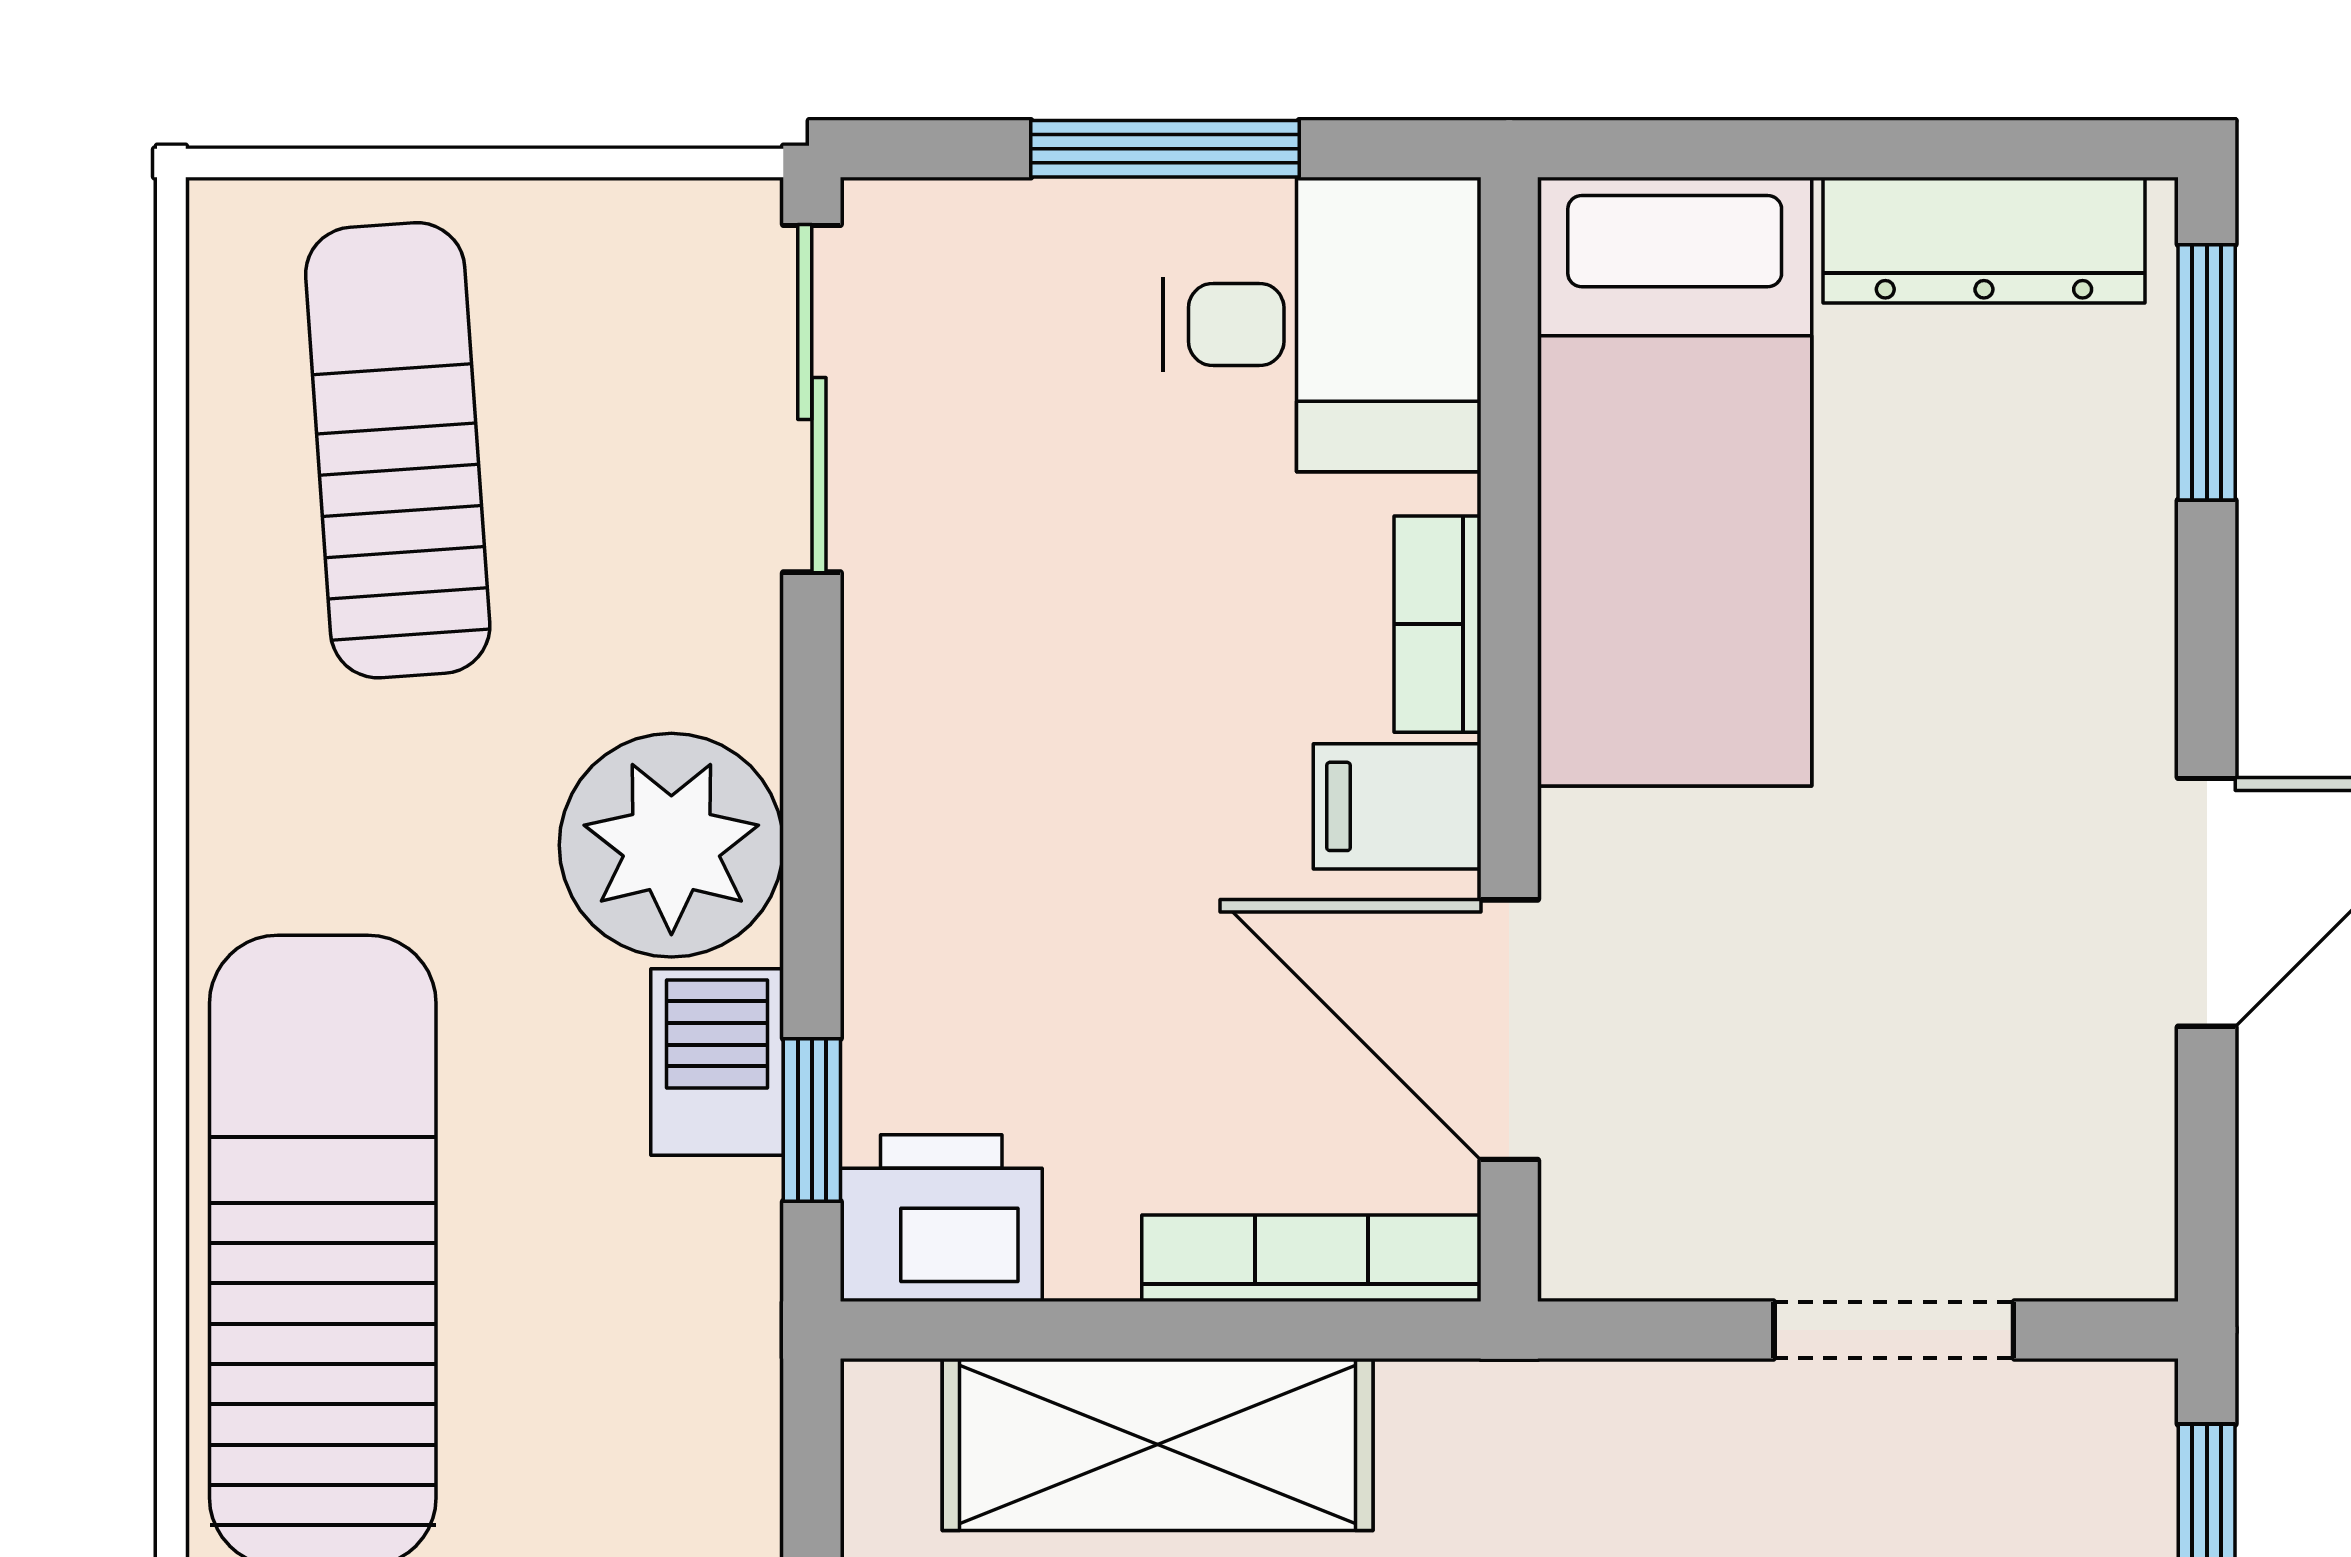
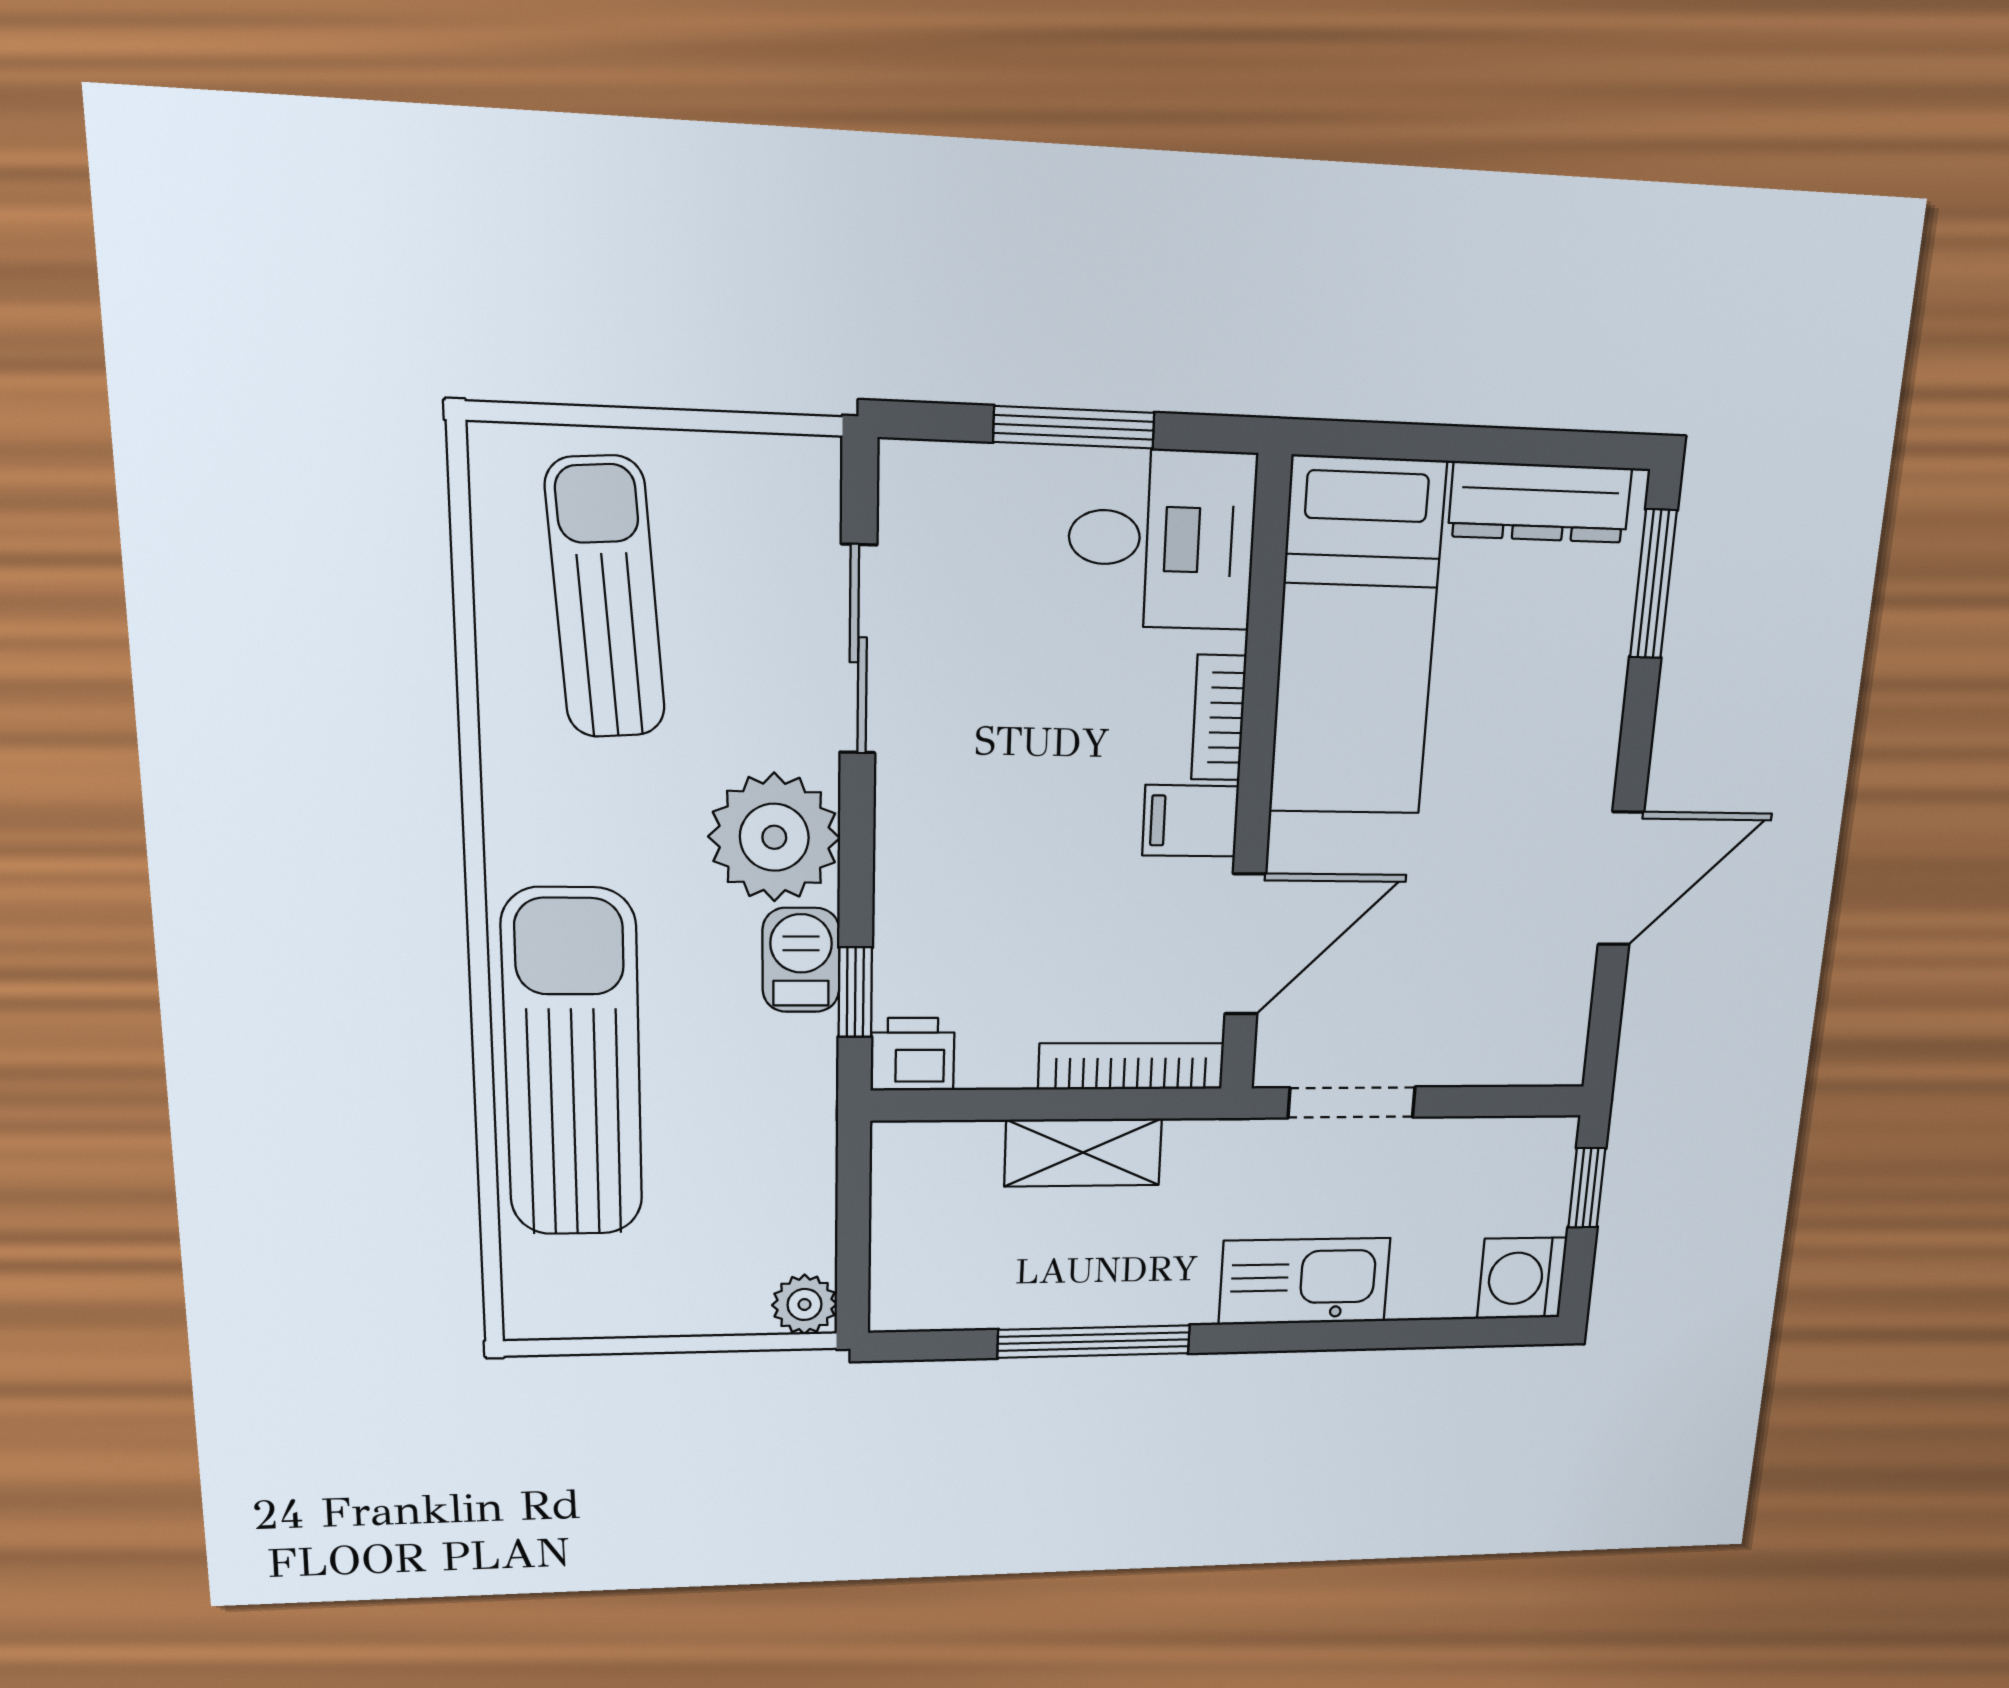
sliding door: (812, 399) -> (858, 650), moved
door: (1509, 1030) -> (1245, 944), swing flipped
printer: (941, 1218) -> (912, 1054), width x0.73, depth x0.81
doorway: (1894, 1330) -> (1352, 1102), moved
shelving: (1158, 1445) -> (1083, 1153), width x0.67, depth x0.75

